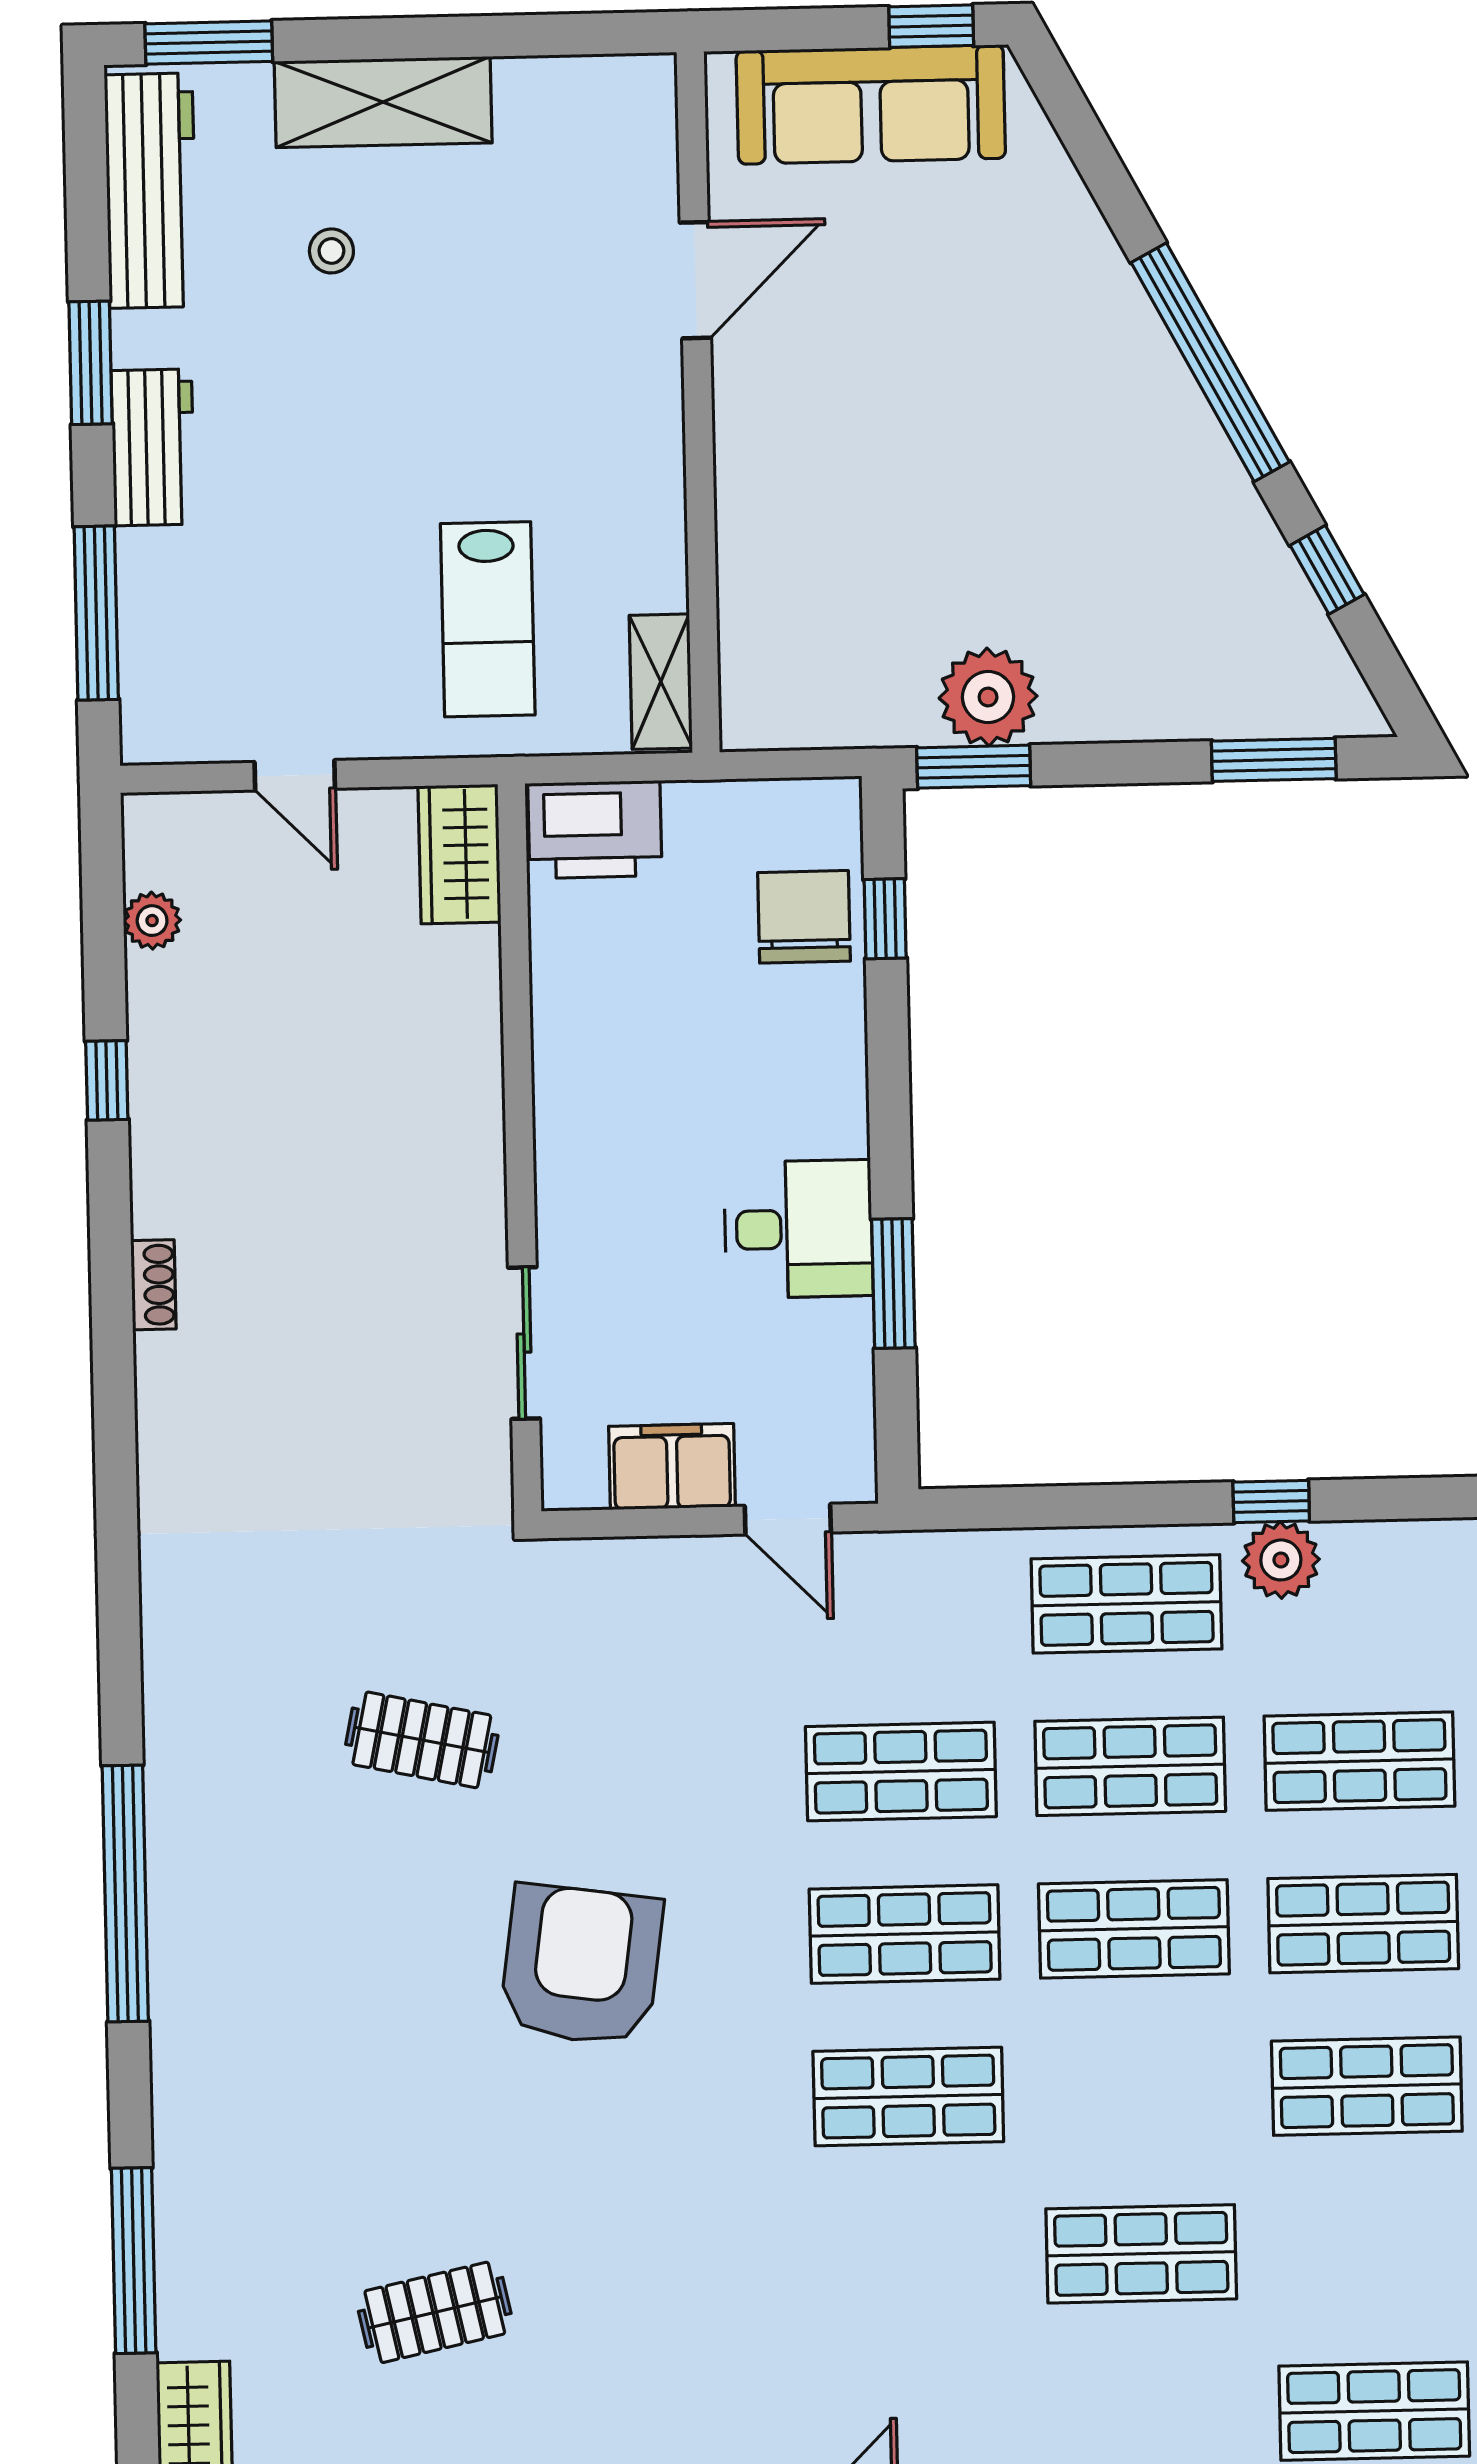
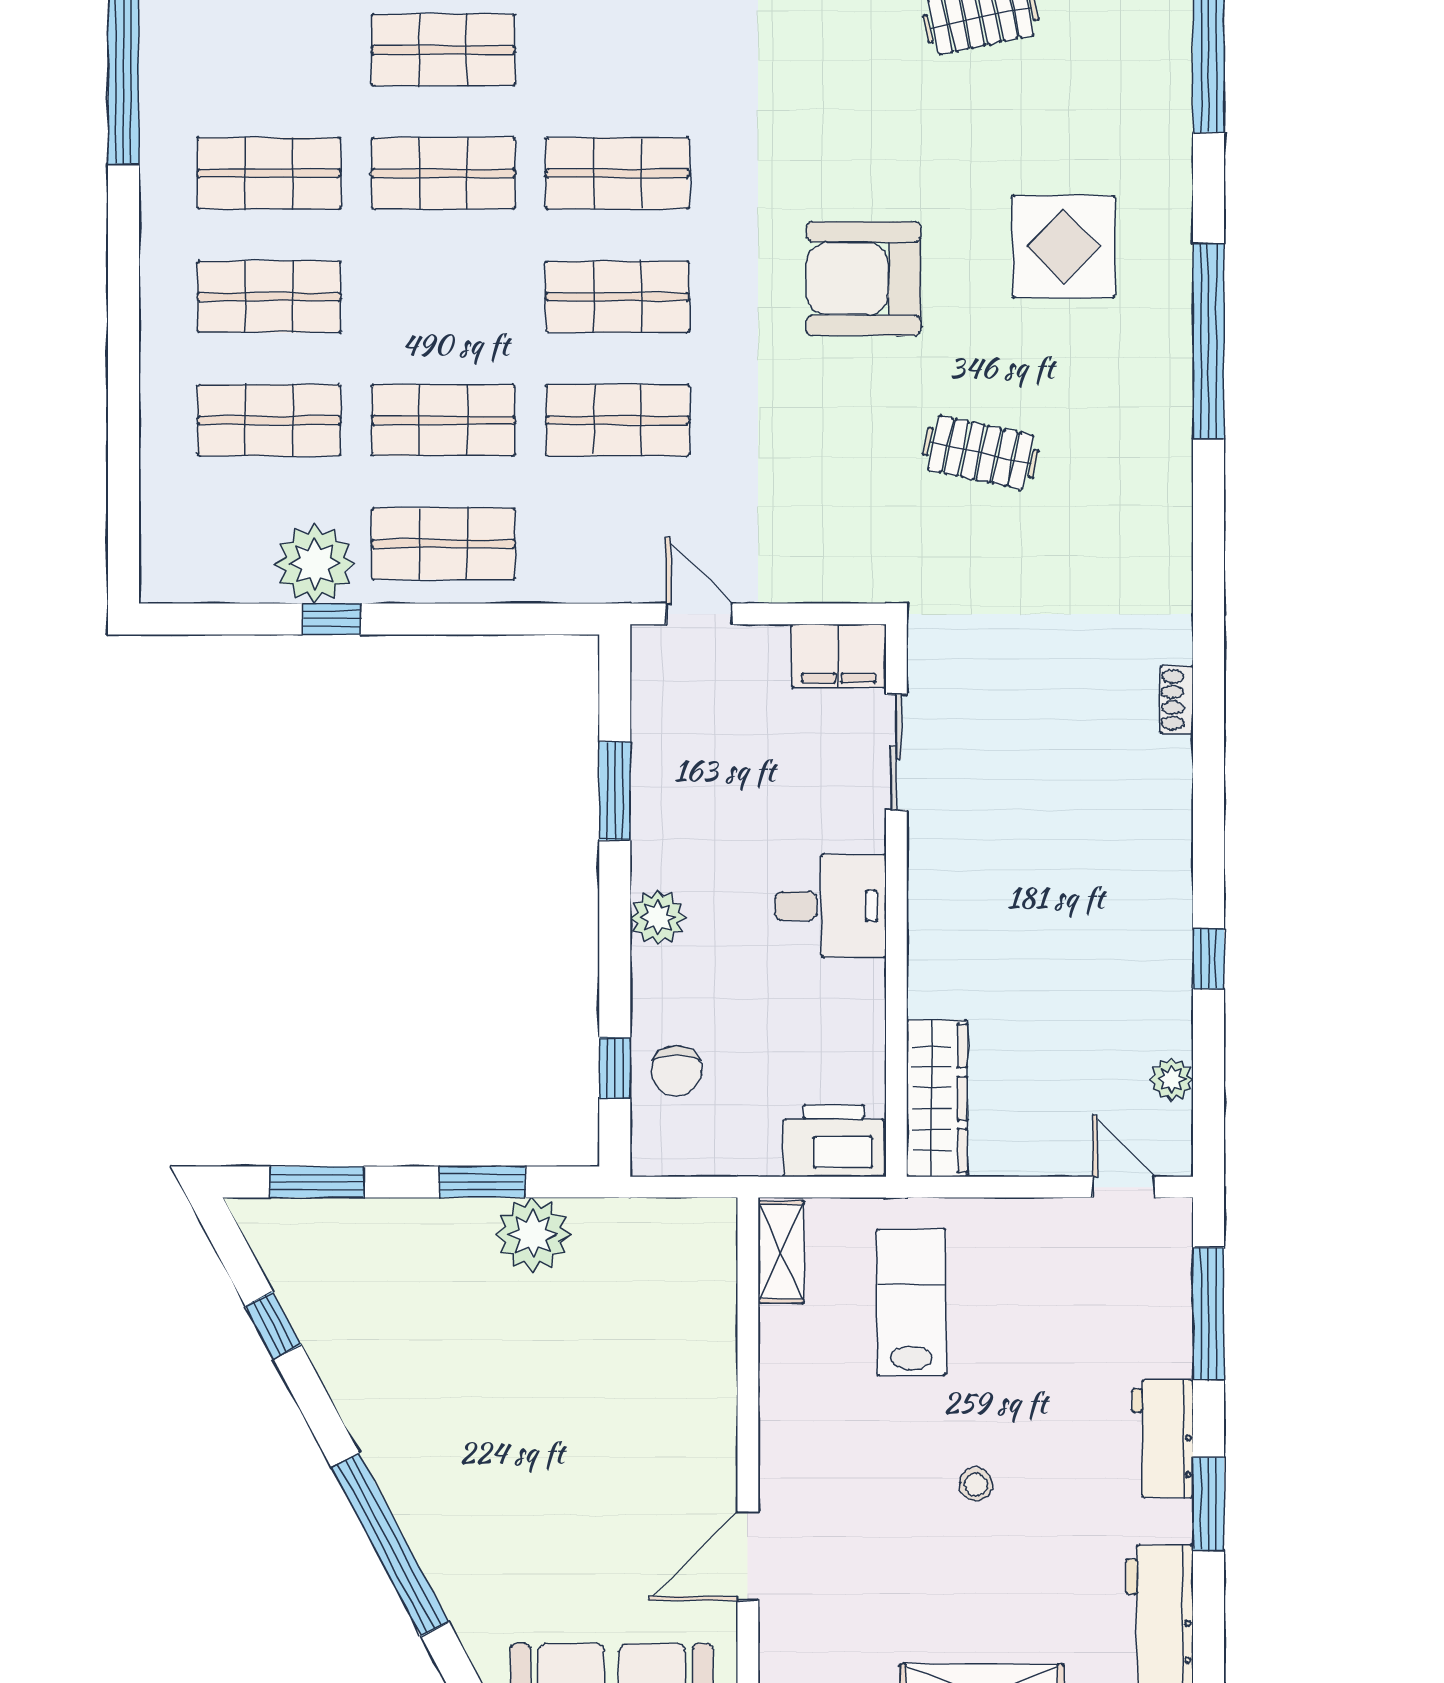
stool: (331, 251) -> (976, 1484), moved
window: (1210, 362) -> (390, 1545), moved
window: (974, 767) -> (482, 1182), moved
door: (295, 775) -> (1124, 1187), moved
wardrobe: (459, 854) -> (937, 1098), width x1.50
chair: (804, 917) -> (676, 1071), width x0.73, depth x0.73
plant: (833, 1118) -> (658, 917), added
desk: (798, 1229) -> (830, 906), moved, turned 180
shoe rack: (153, 1285) -> (1177, 700), moved
filing cabinet: (672, 1467) -> (839, 656), moved
plant: (1281, 1560) -> (315, 564), width x1.36, depth x1.36
shop shelf: (1134, 1929) -> (443, 173), moved
armchair: (581, 1965) -> (864, 279), turned 82
display table: (319, 2013) -> (1064, 247), added

